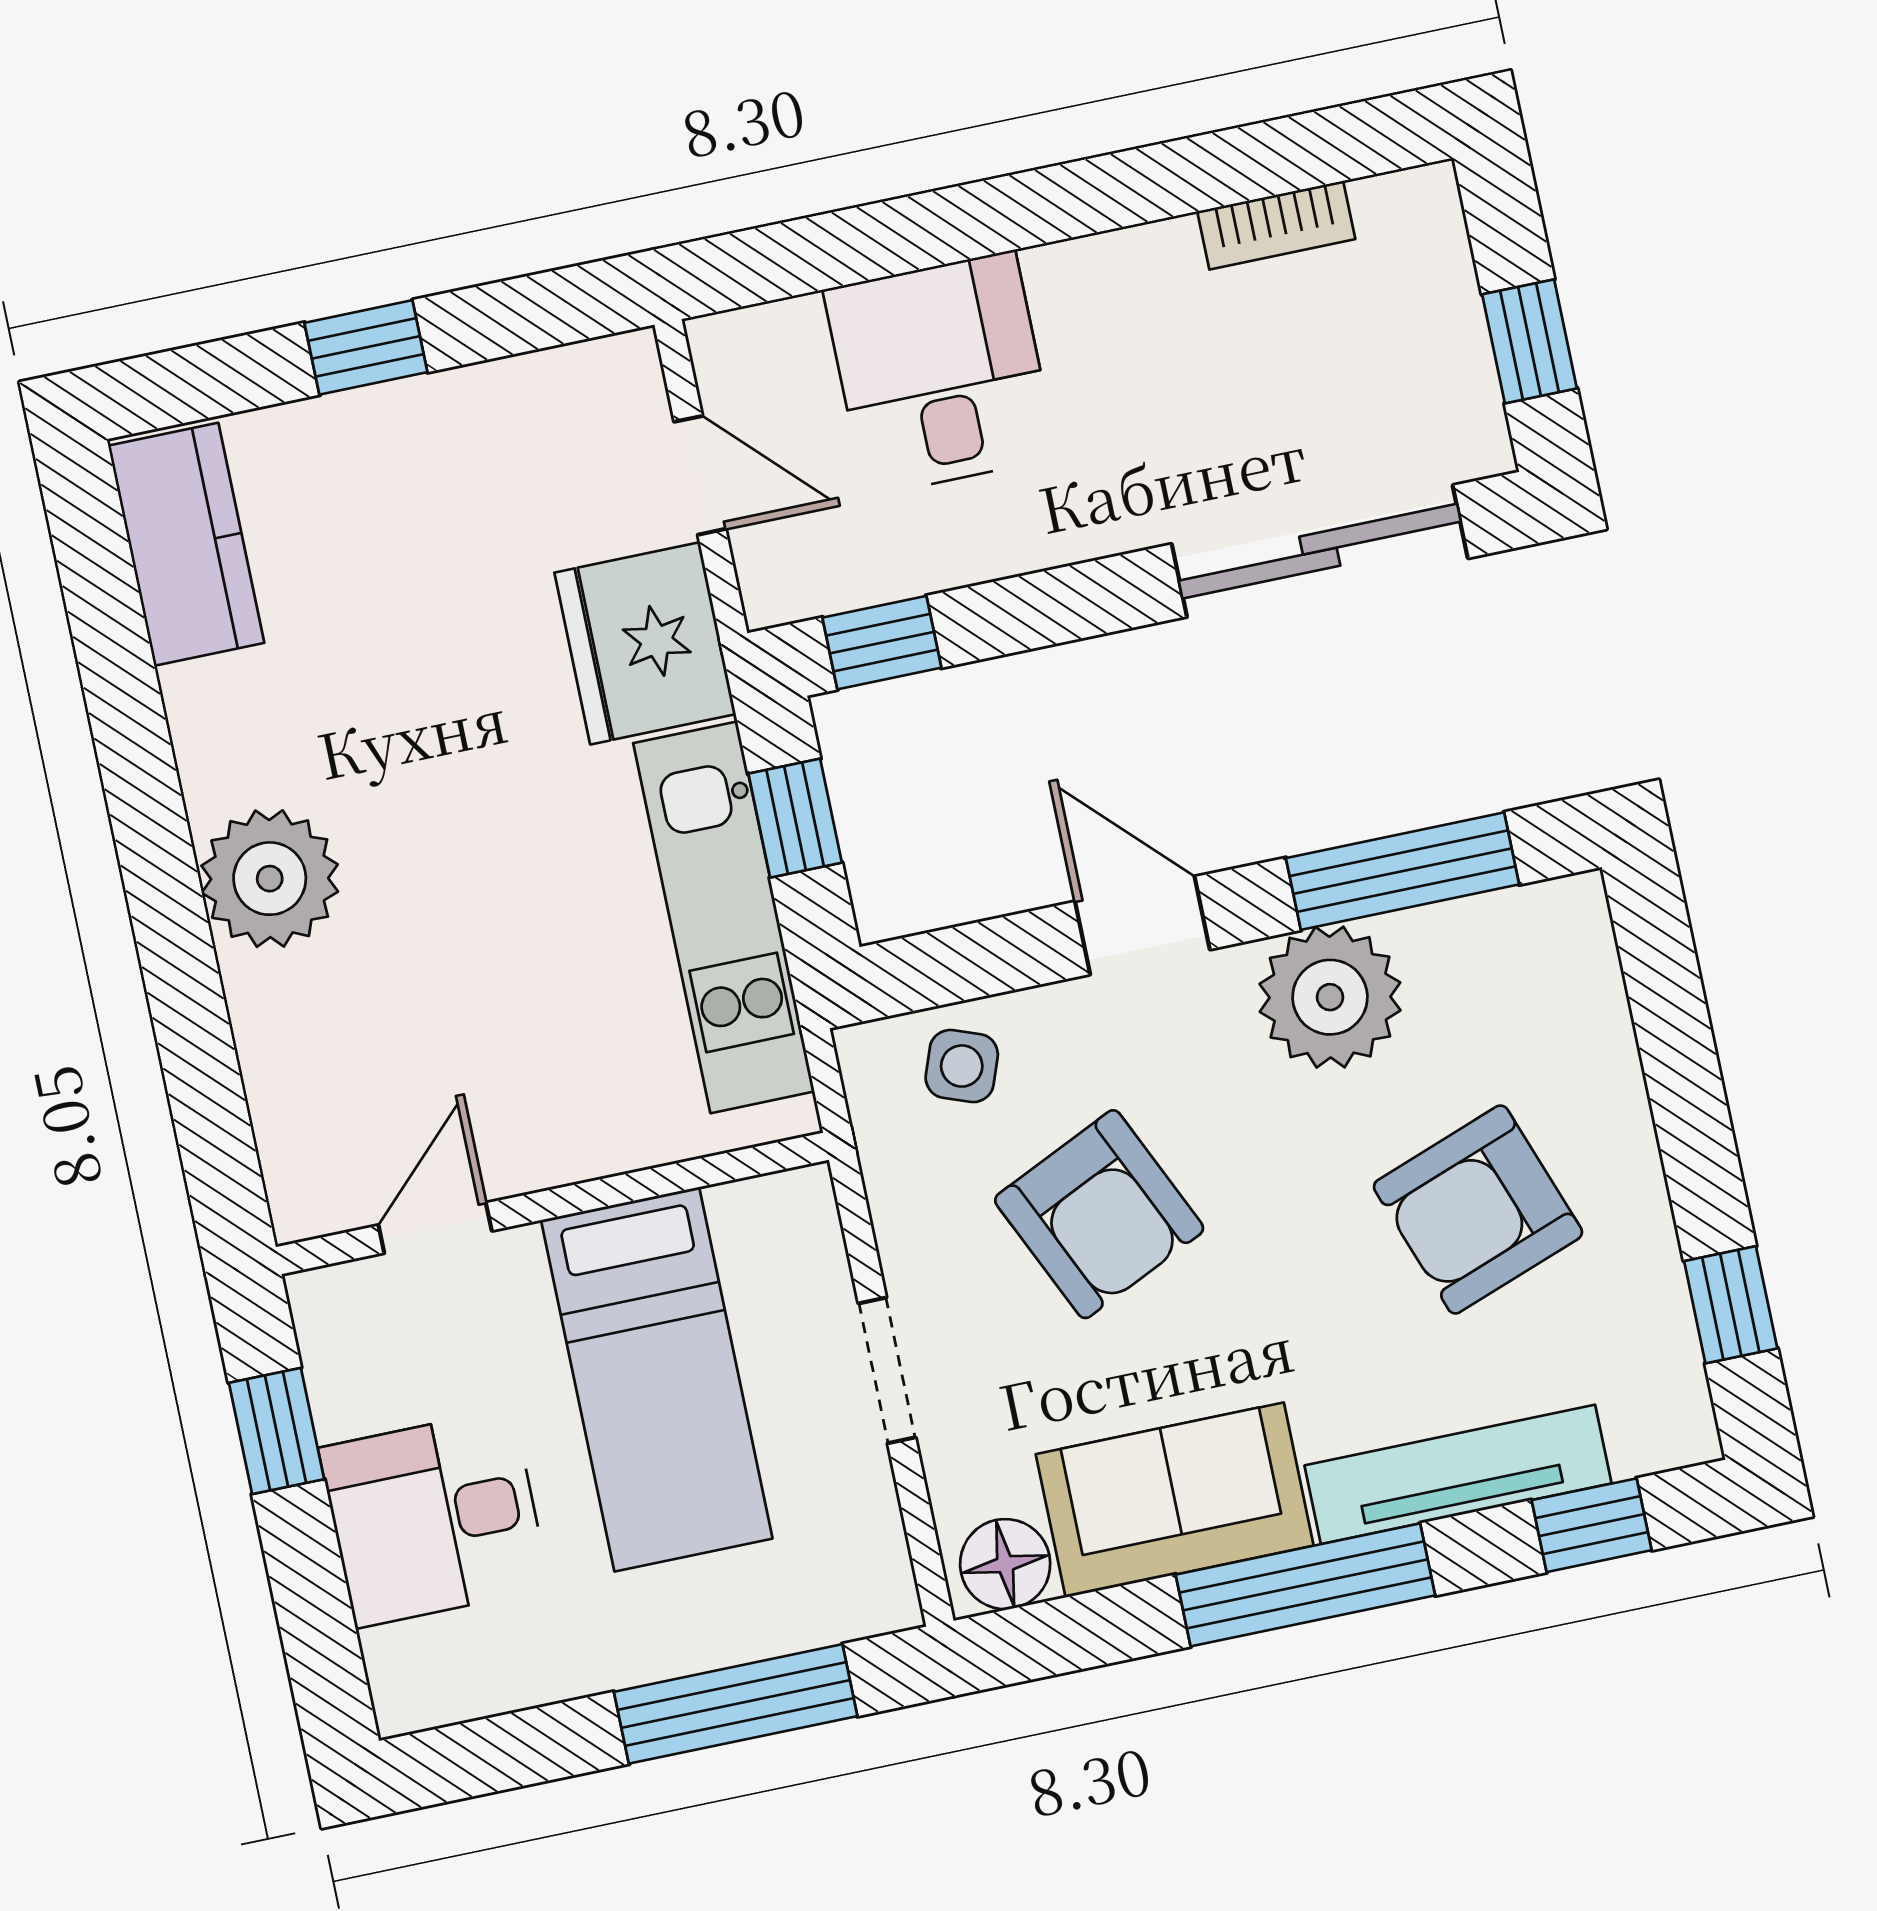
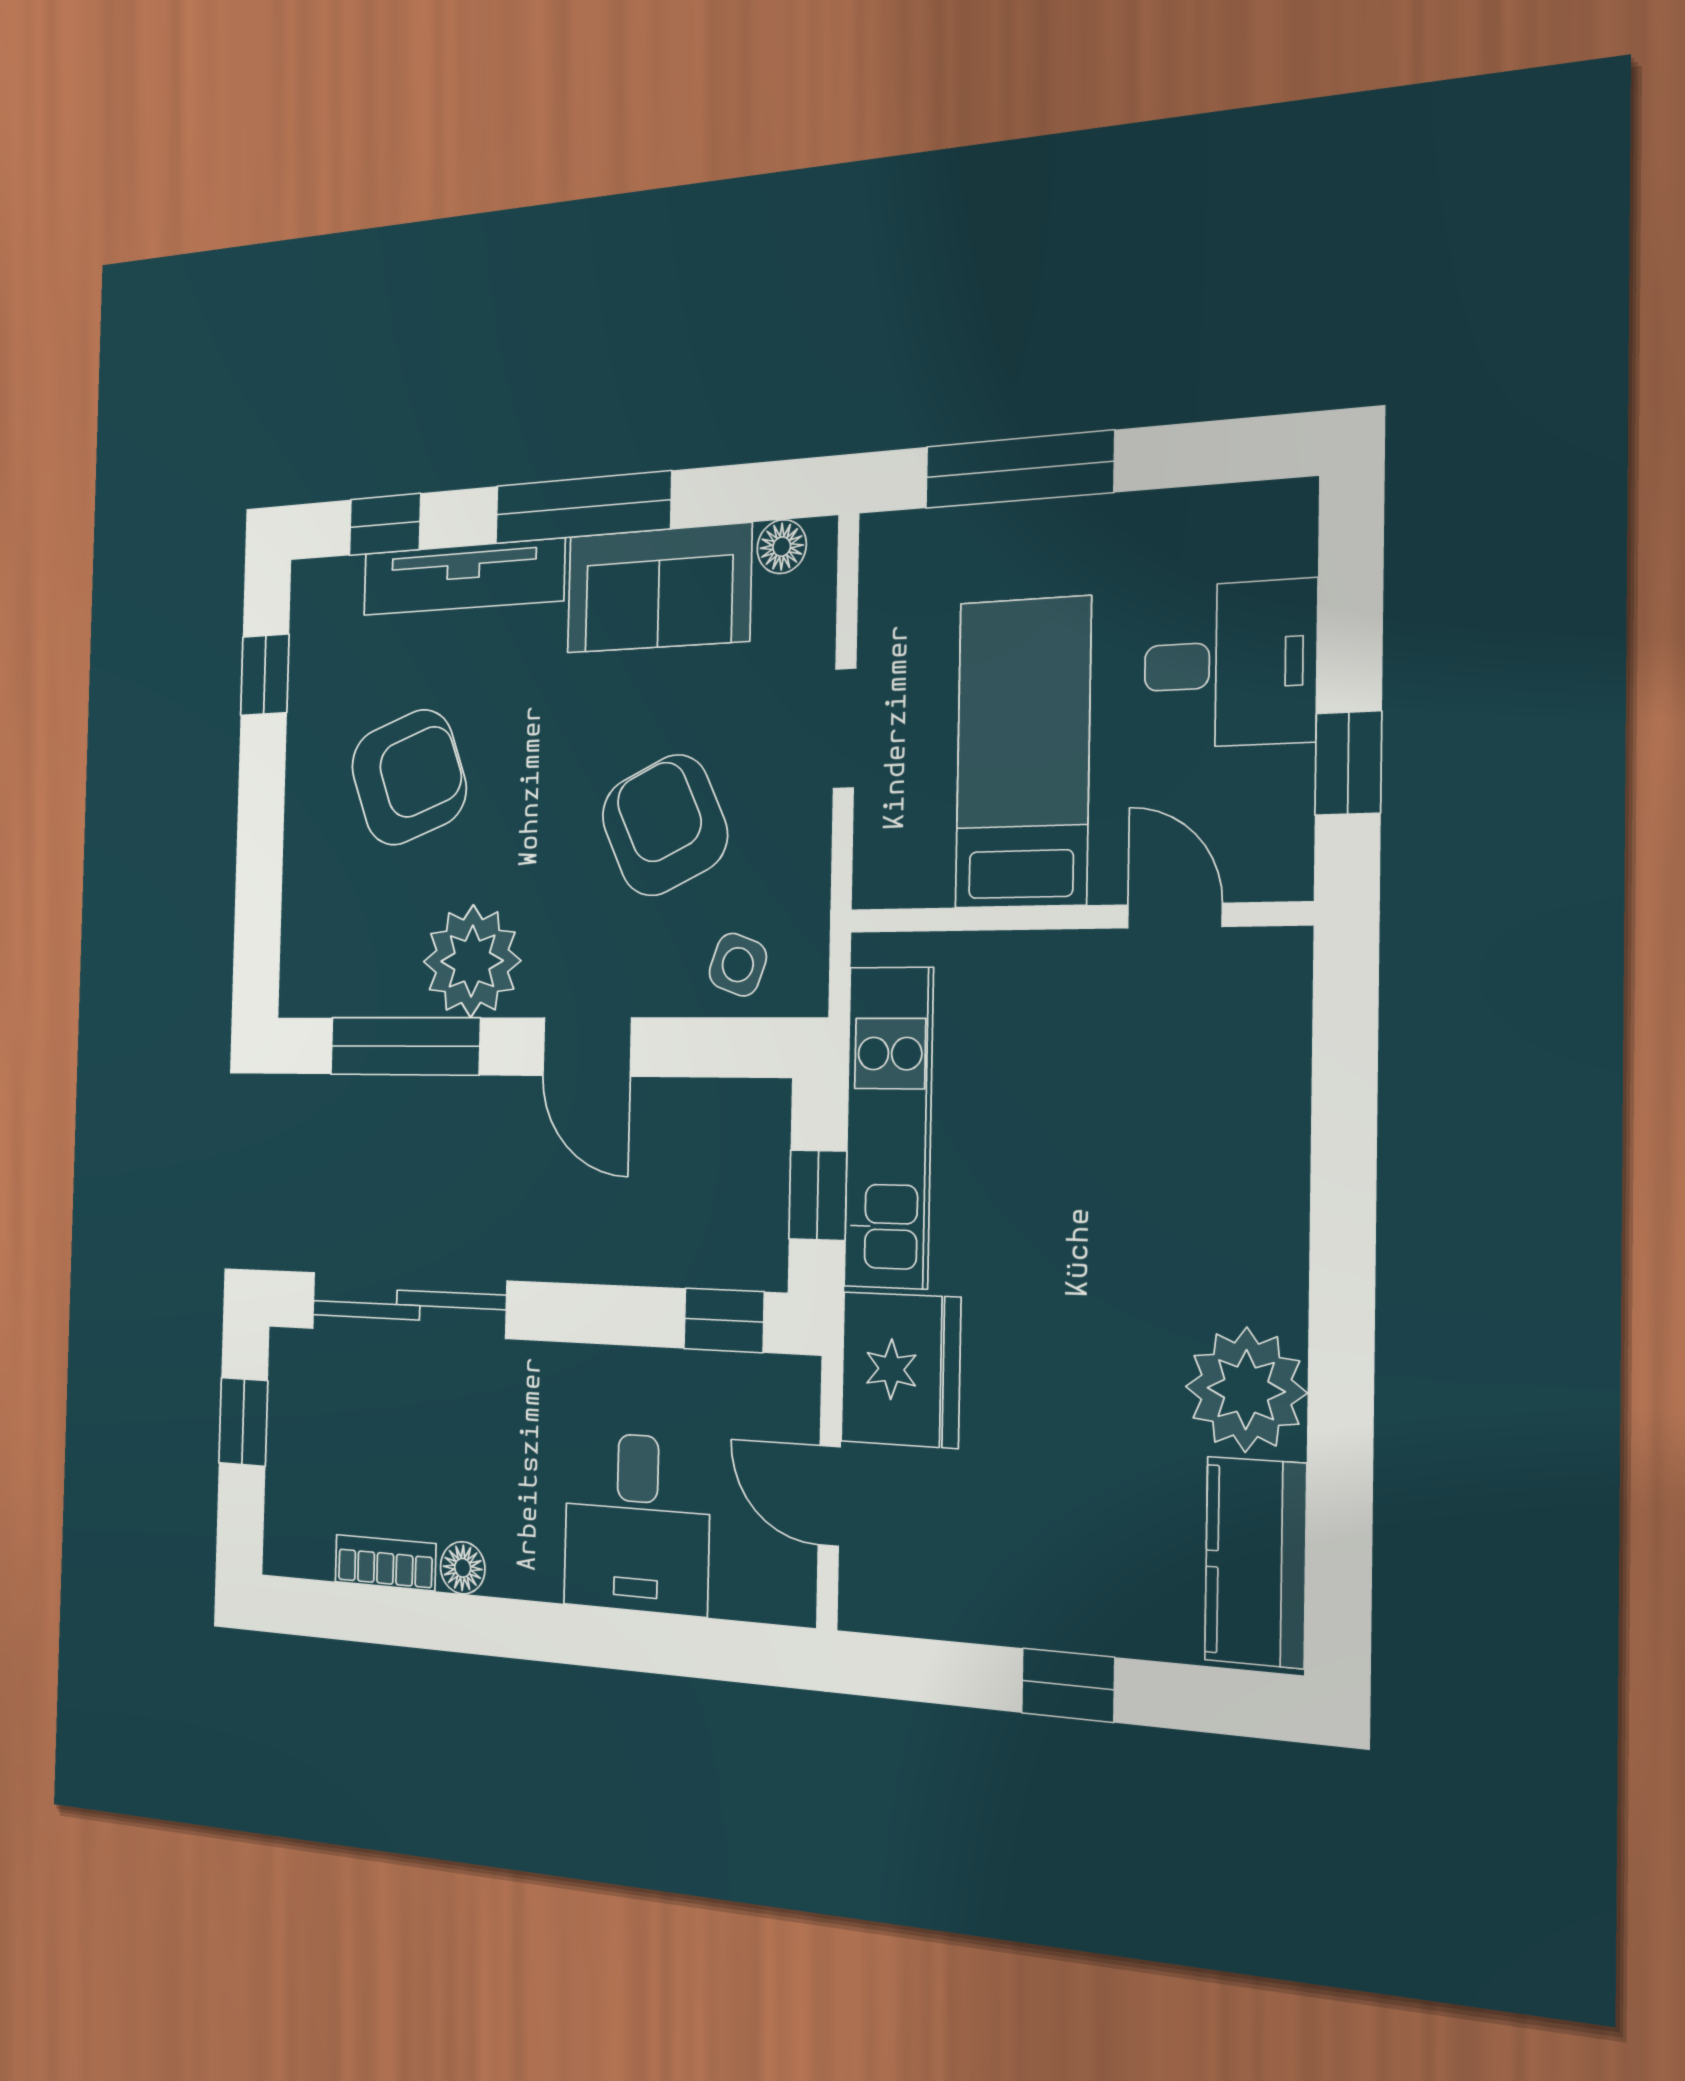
floor lamp: (1165, 251) -> (463, 1568), added
plant: (270, 879) -> (1246, 1390), moved
door: (435, 1228) -> (1175, 916), swing flipped
floor lamp: (1005, 1564) -> (782, 547), width x0.73, depth x0.73

